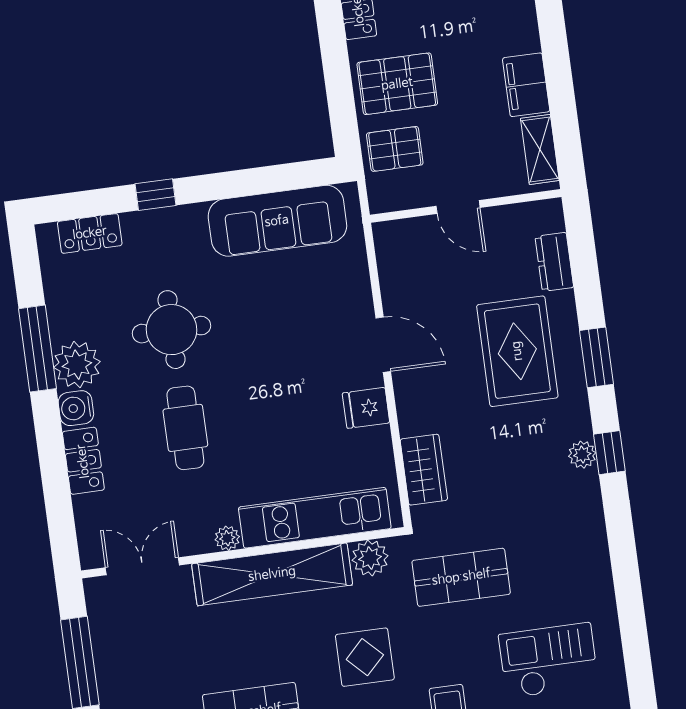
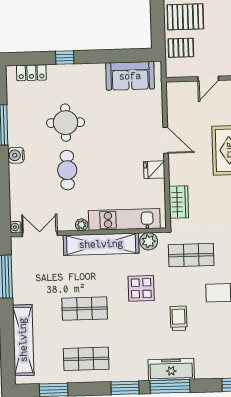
door: (458, 207) -> (208, 79), hinge flipped
sofa: (277, 221) -> (130, 76), width x0.73
plant: (77, 365) -> (19, 135), removed
locker: (83, 461) -> (17, 181), removed
water cooler: (91, 557) -> (16, 227), added

